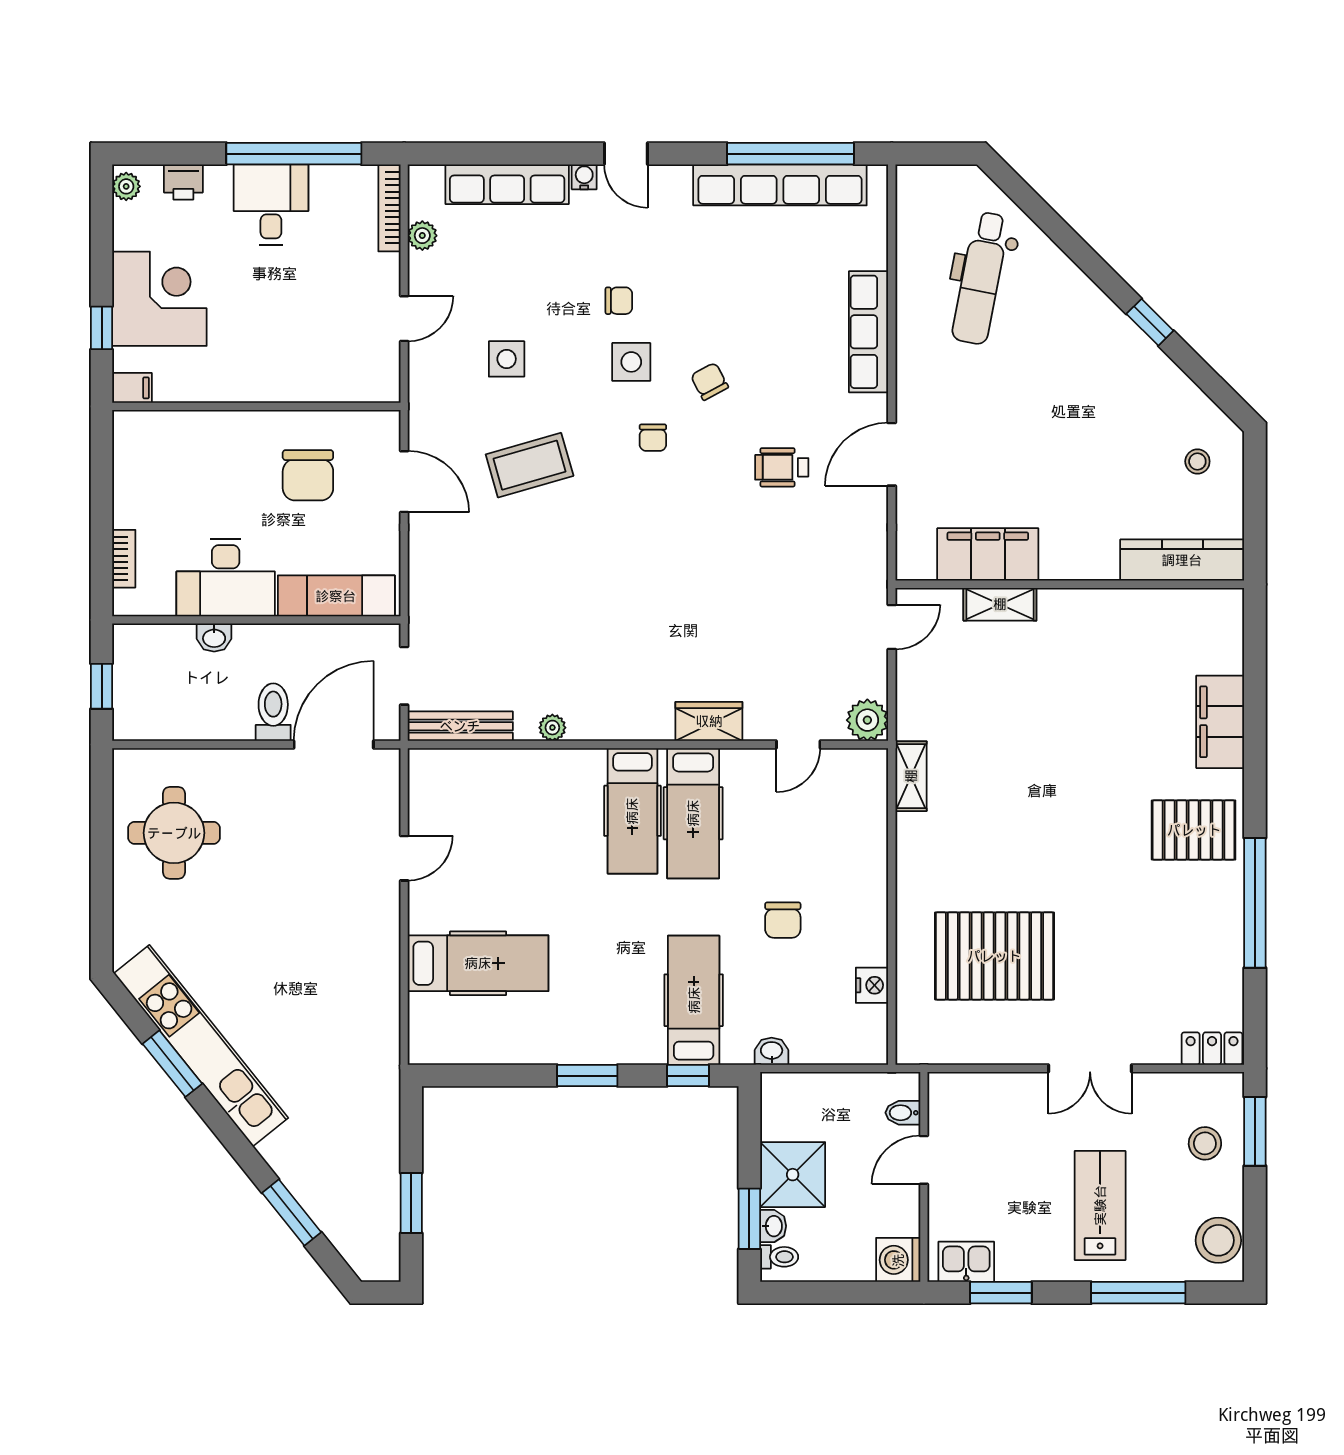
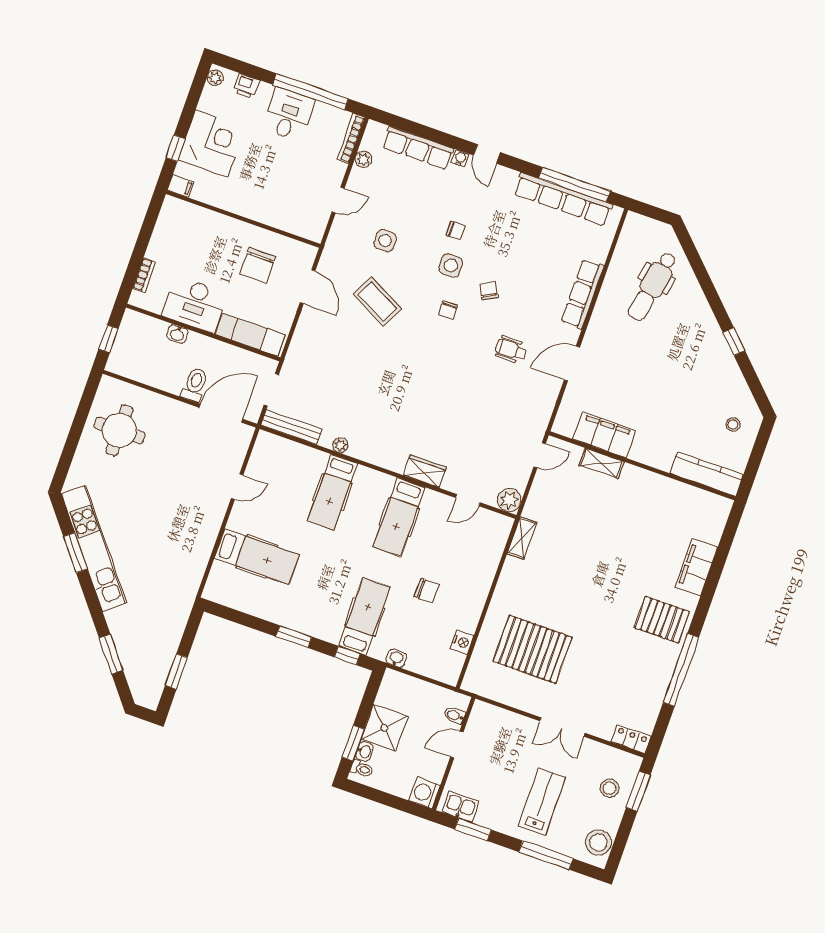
coffee table: (530, 465) -> (377, 301), turned 44
hospital bed: (632, 811) -> (332, 492), moved
chair: (783, 920) -> (427, 591), turned -90

